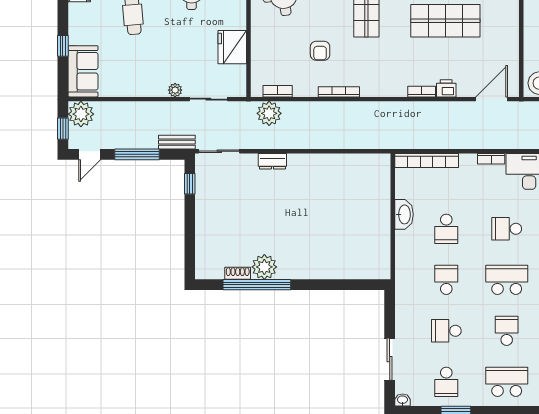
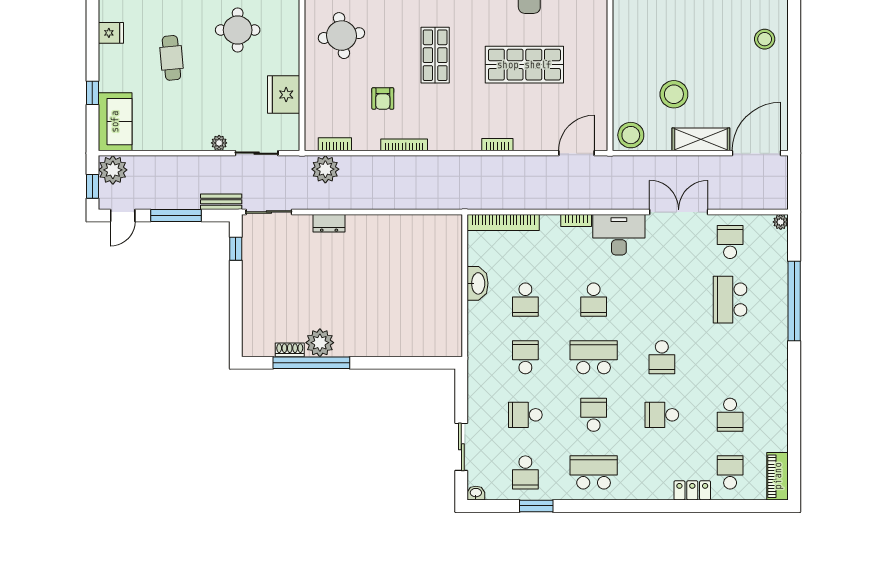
printer: (446, 88) -> (525, 141), removed
school desk: (507, 229) -> (594, 300), turned -90

